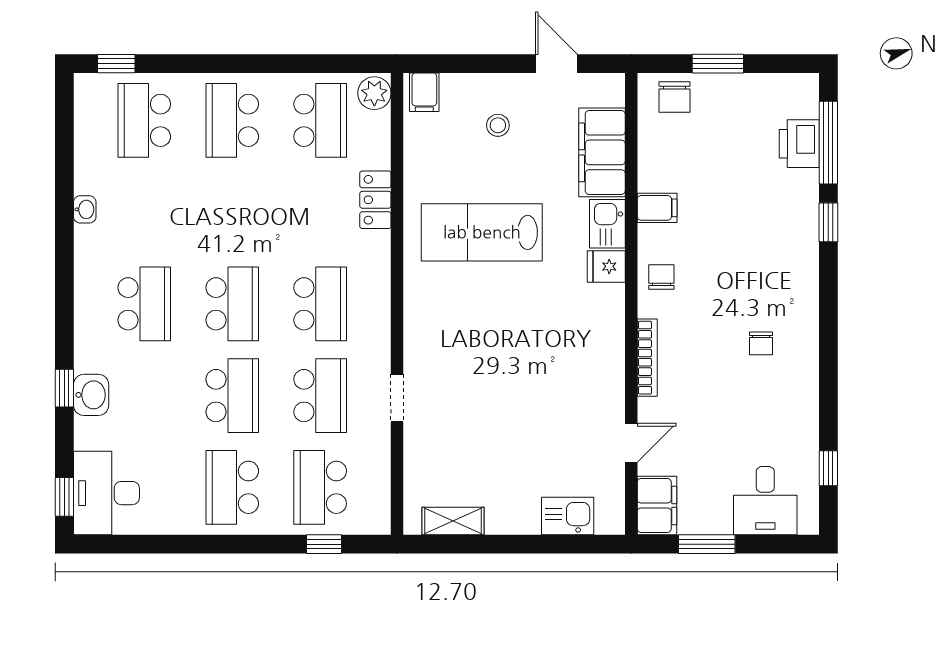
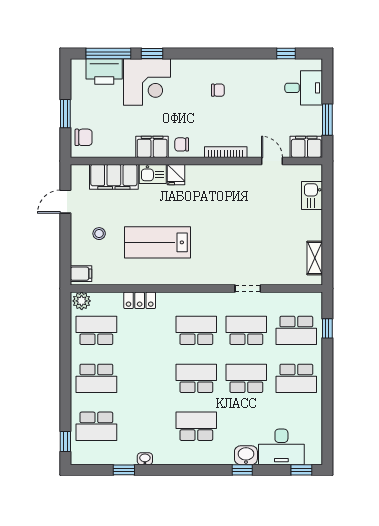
printer: (799, 144) -> (104, 71), width x1.37, depth x1.19
window: (64, 171) -> (124, 470), added
filing cabinet: (657, 208) -> (152, 147), width x2.00
corner desk: (776, 213) -> (147, 82), added
lab bench: (482, 232) -> (157, 242), turned 90
desk: (106, 493) -> (281, 447), moved

